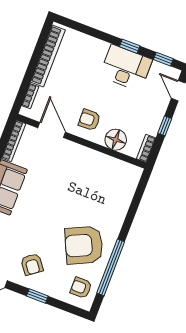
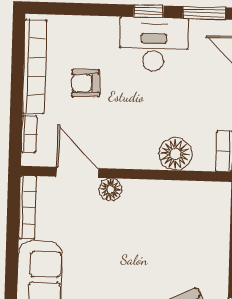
window: (163, 59) -> (204, 13), width x1.50
armchair: (89, 120) -> (86, 83), moved
floor lamp: (68, 148) -> (110, 189), added

